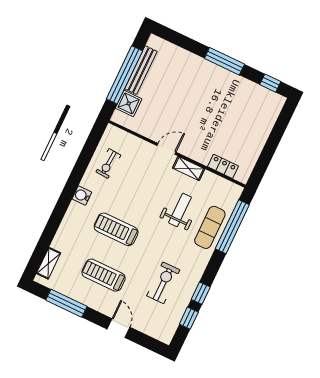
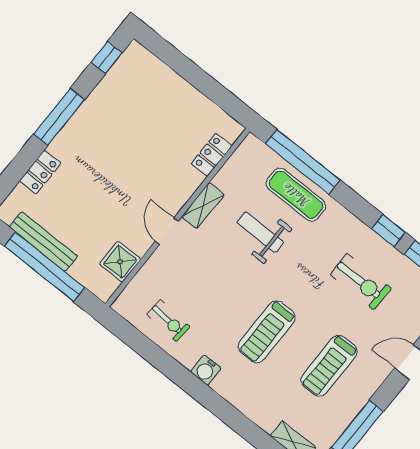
locker: (186, 57) -> (40, 172), added
shower: (129, 103) -> (120, 262), moved
exercise bike: (163, 283) -> (361, 282), turned 180

